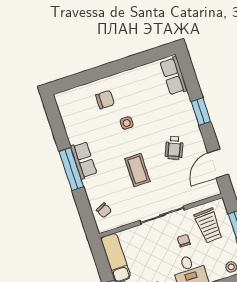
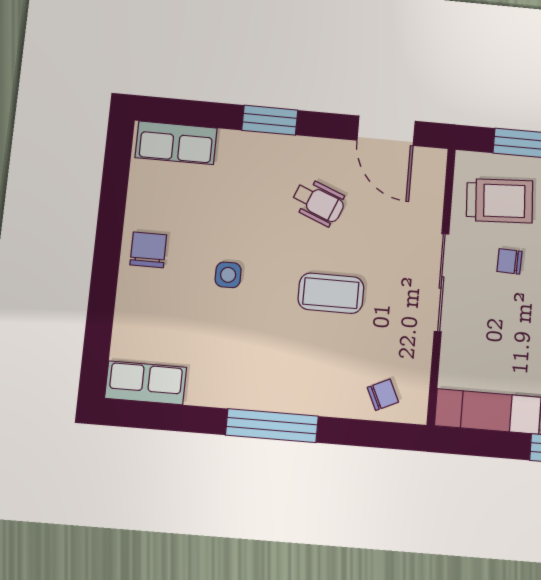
chair: (105, 100) -> (148, 250), moved
row of seats: (84, 160) -> (146, 383), moved

